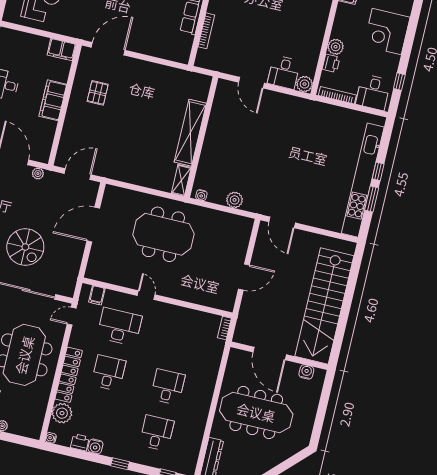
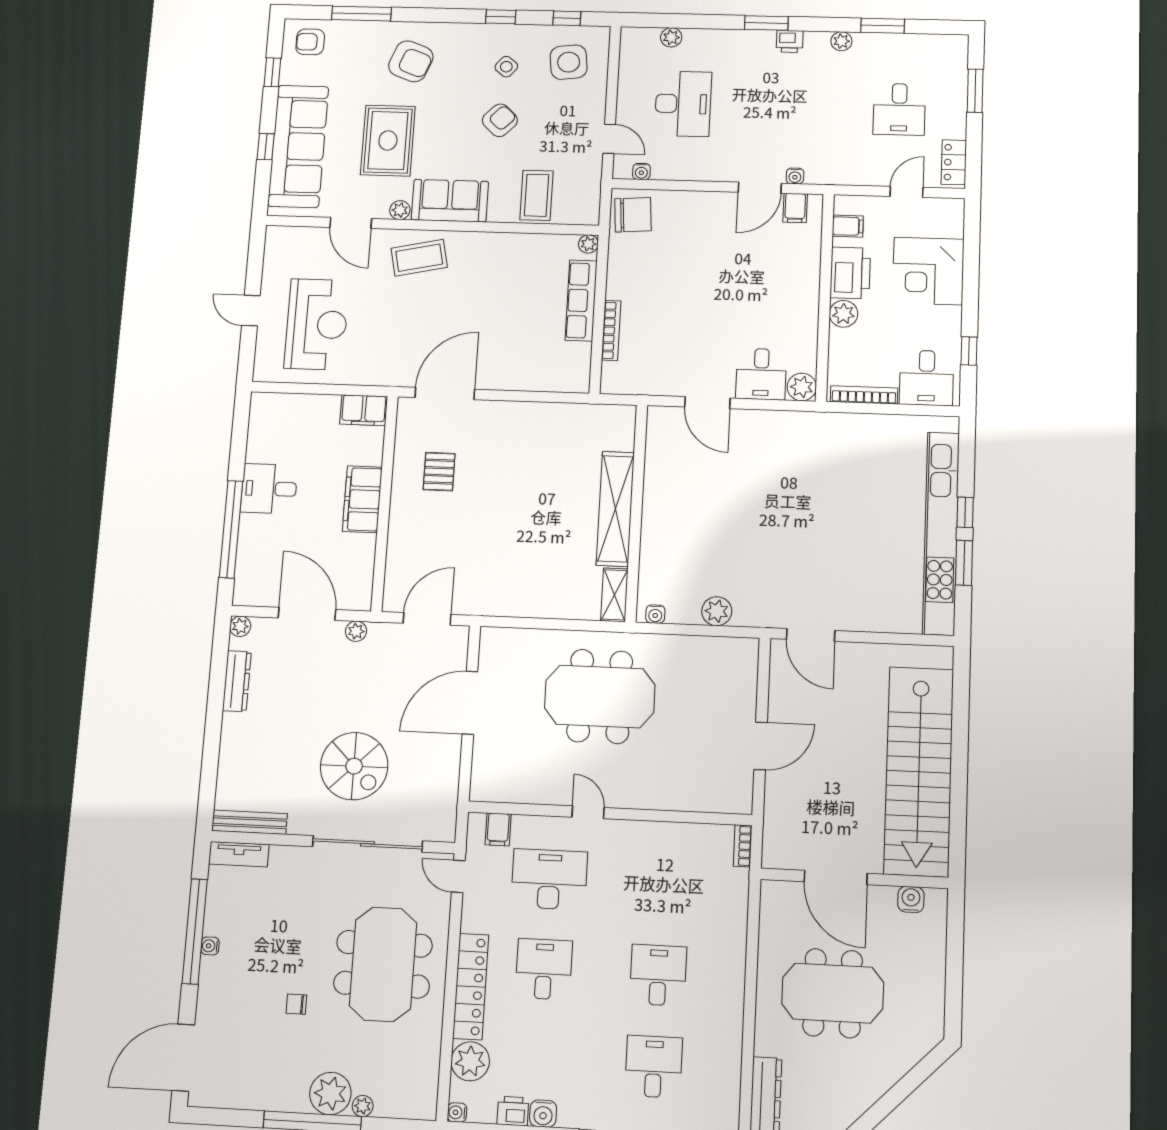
printer: (331, 63) -> (850, 273), moved, width x1.87, depth x1.48
door: (72, 316) -> (458, 876), hinge flipped
meeting table: (256, 412) -> (833, 993), width x0.73

